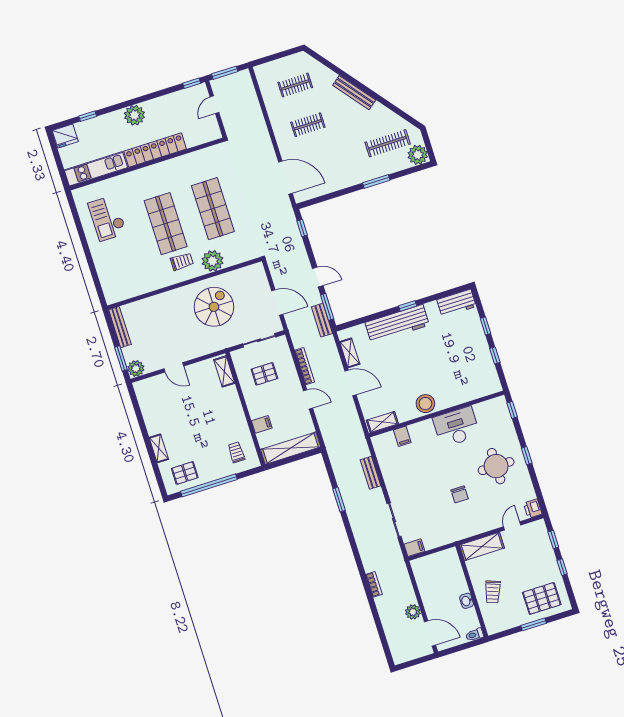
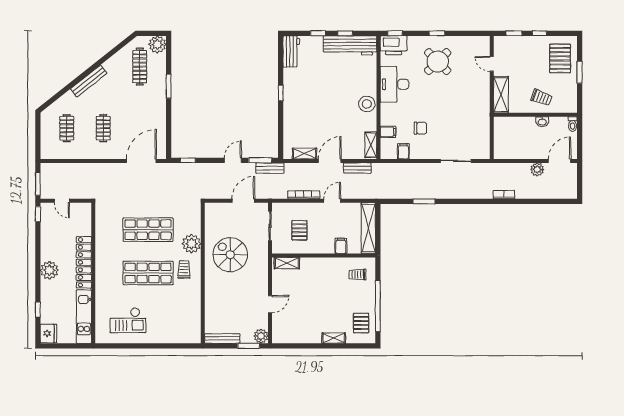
workbench: (397, 324) -> (350, 45), moved, turned 90
round table: (496, 466) -> (438, 62), turned 45
bench: (371, 473) -> (357, 168), moved
chair: (460, 494) -> (420, 128), moved
printer: (533, 509) -> (394, 45), moved, width x1.87, depth x1.48
filing cabinet: (414, 548) -> (403, 151), moved

